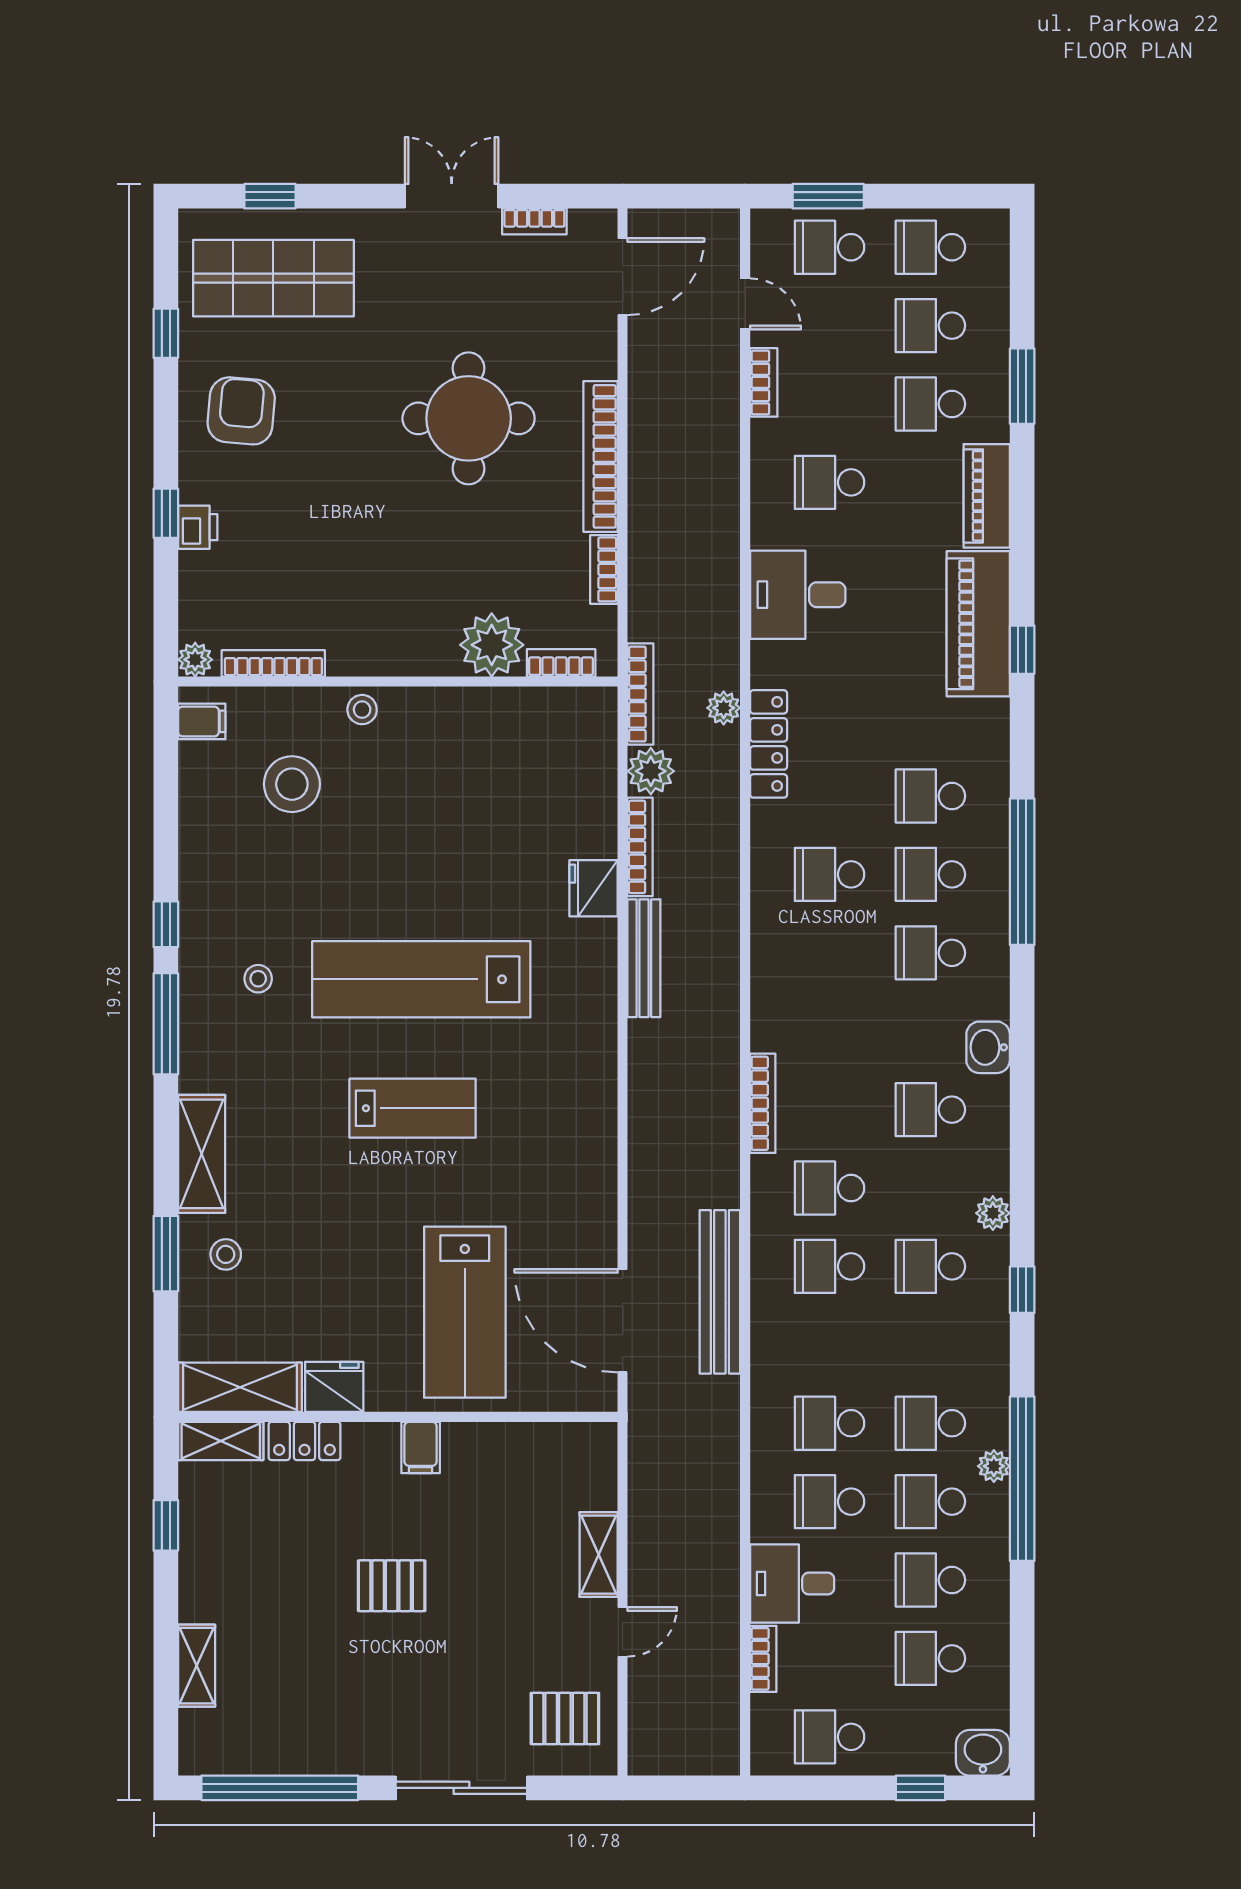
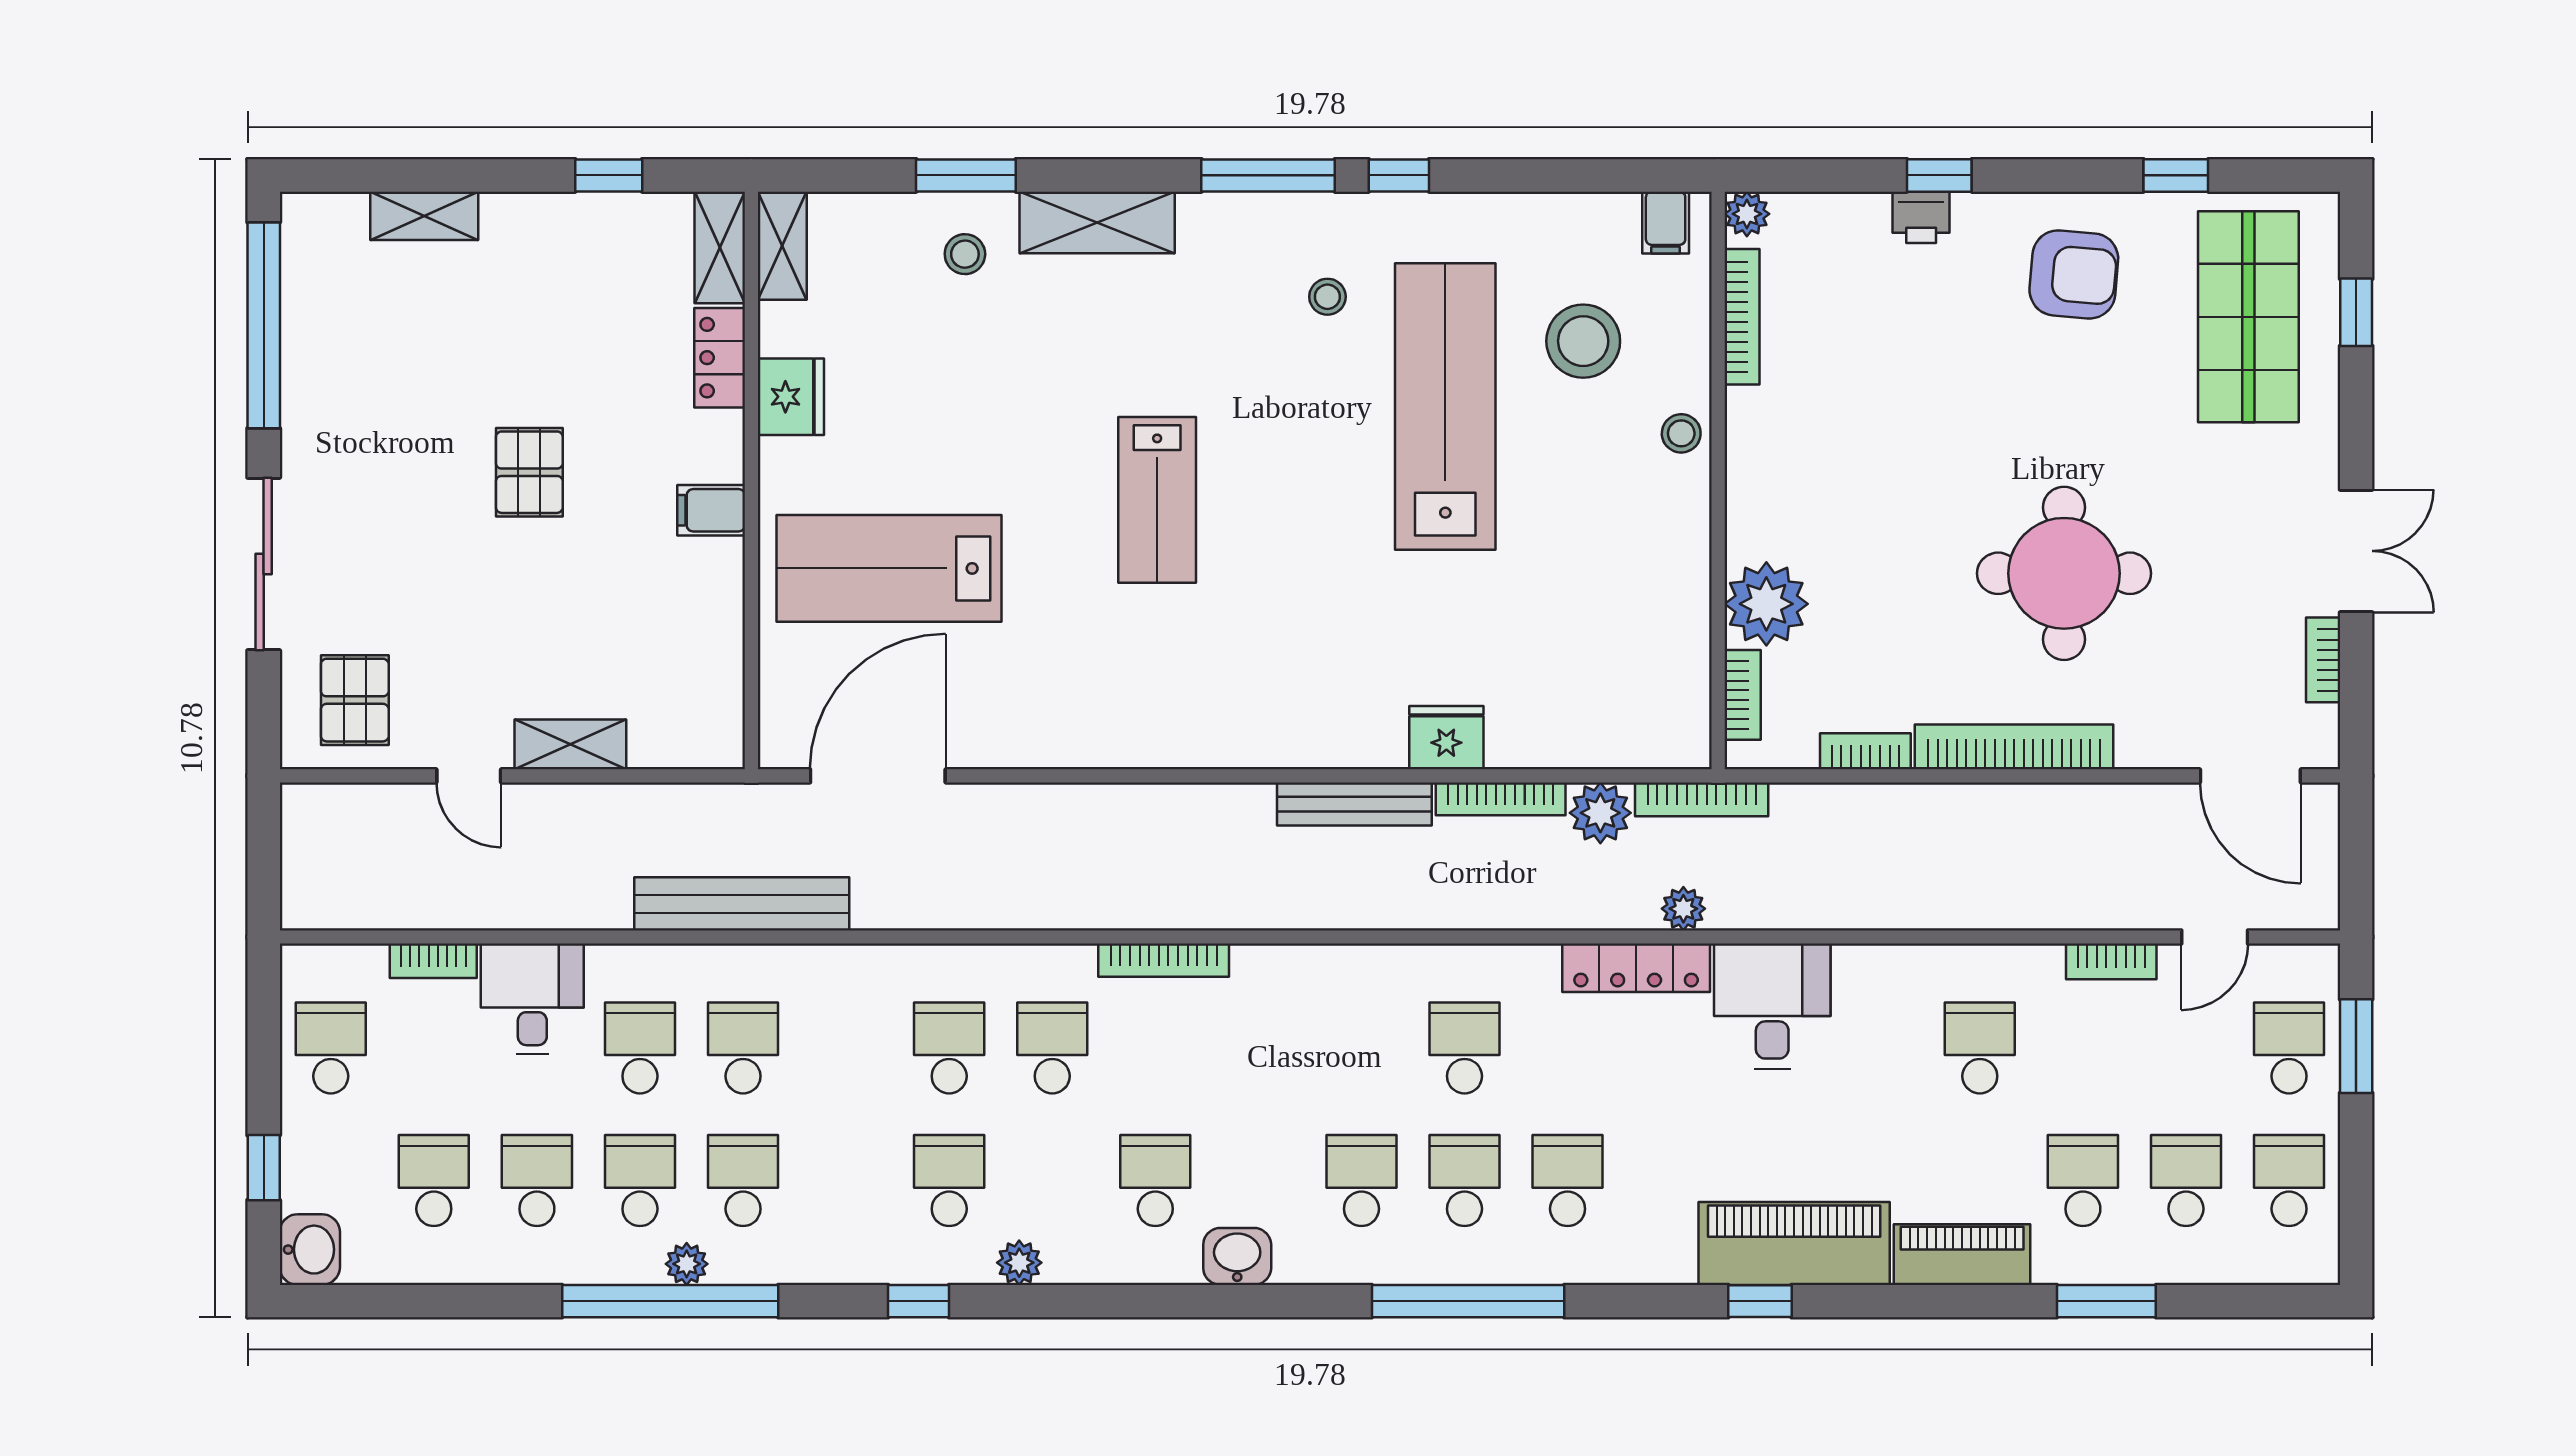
desk: (798, 595) -> (1772, 1006), moved
lab bench: (421, 979) -> (1445, 407), moved
bench: (720, 1292) -> (742, 904), moved
shelving: (240, 1387) -> (782, 246), width x0.67, depth x0.75

